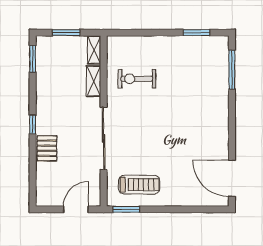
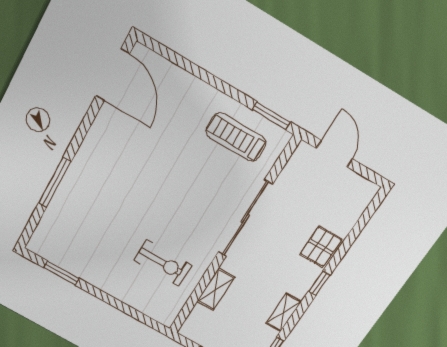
shelving: (94, 50) -> (284, 312), moved
window: (232, 70) -> (55, 182), moved
door: (76, 209) -> (334, 154), swing flipped

